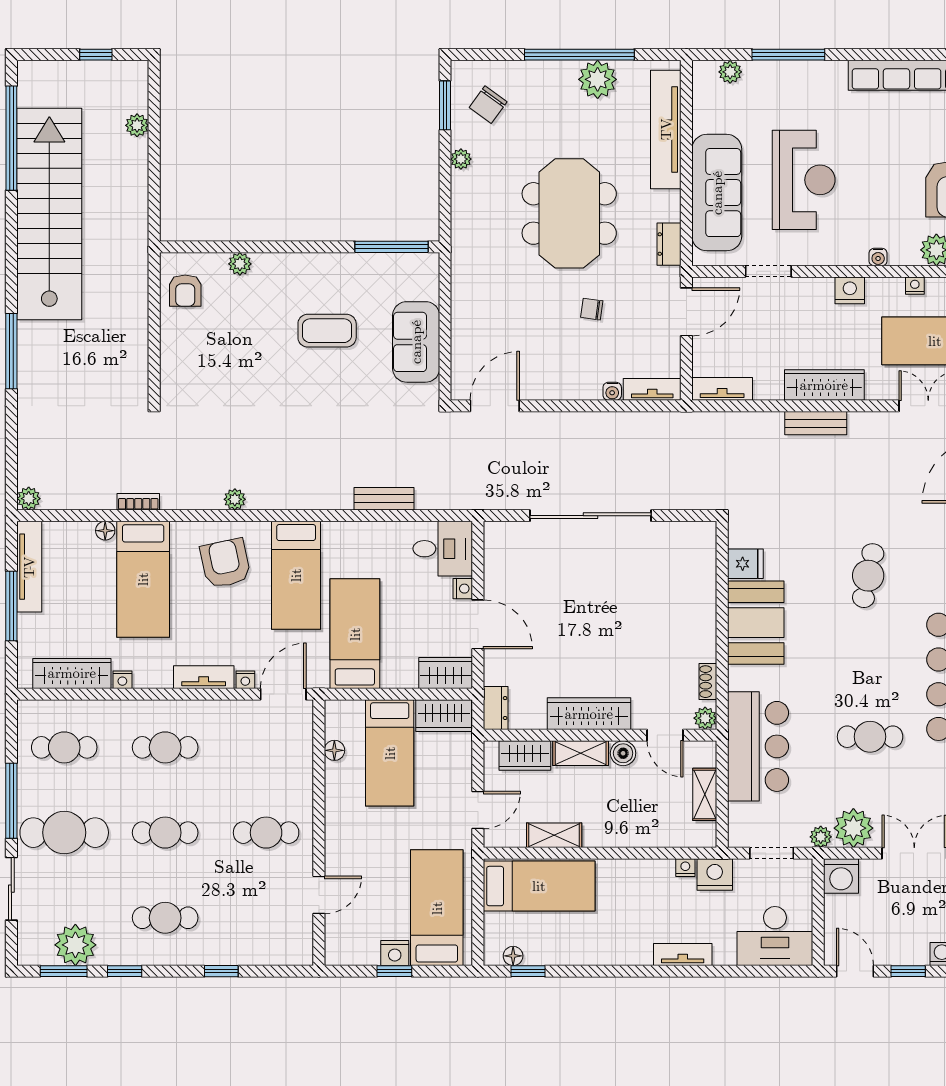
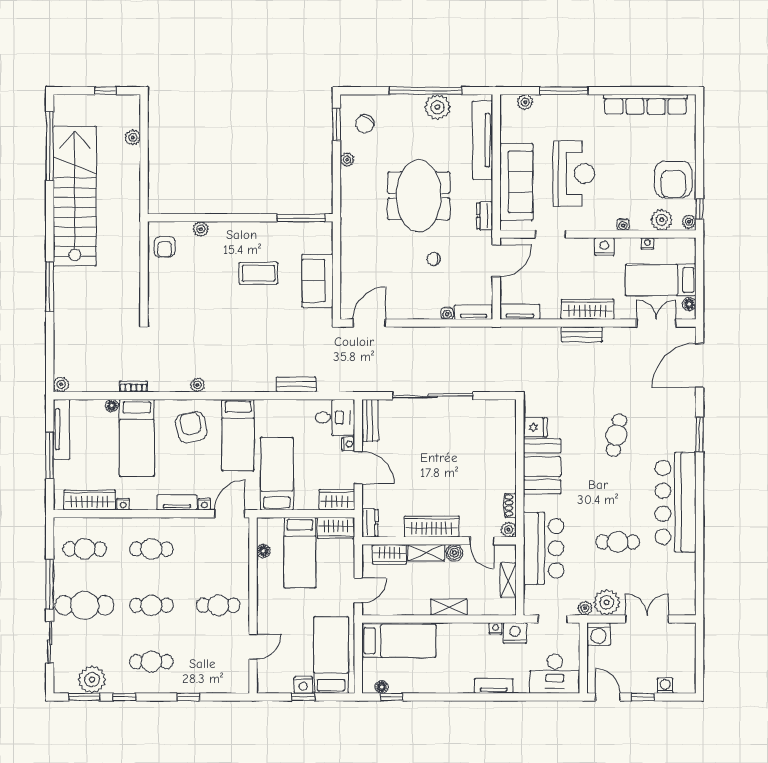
bench: (496, 553) -> (370, 420), added
shelving: (554, 835) -> (449, 607), moved

